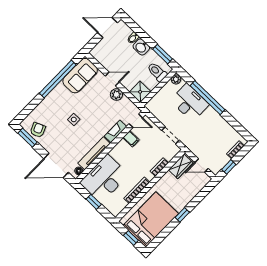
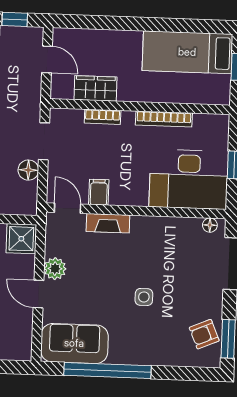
floor lamp: (165, 119) -> (28, 170), added
tv unit: (94, 153) -> (166, 226), removed
wardrobe: (181, 166) -> (95, 88), moved
window: (182, 215) -> (141, 24), removed
bed: (151, 220) -> (187, 52), width x0.67

